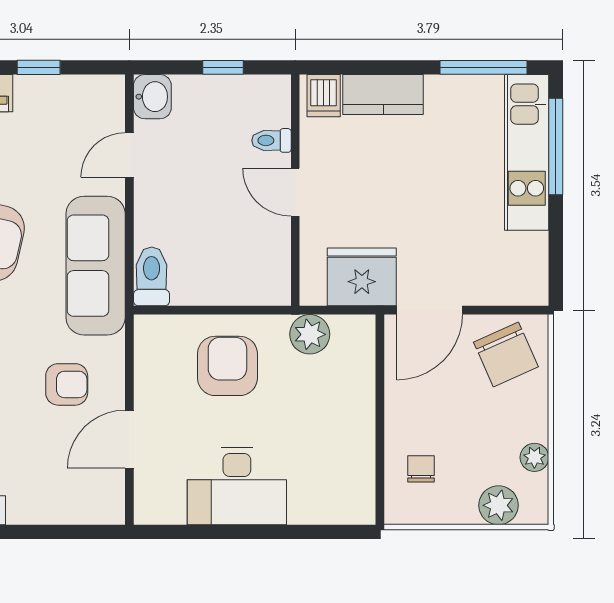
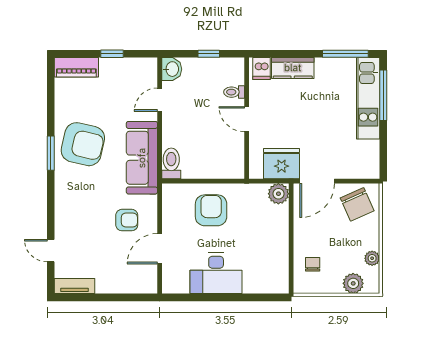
plant: (310, 334) -> (278, 194), moved

